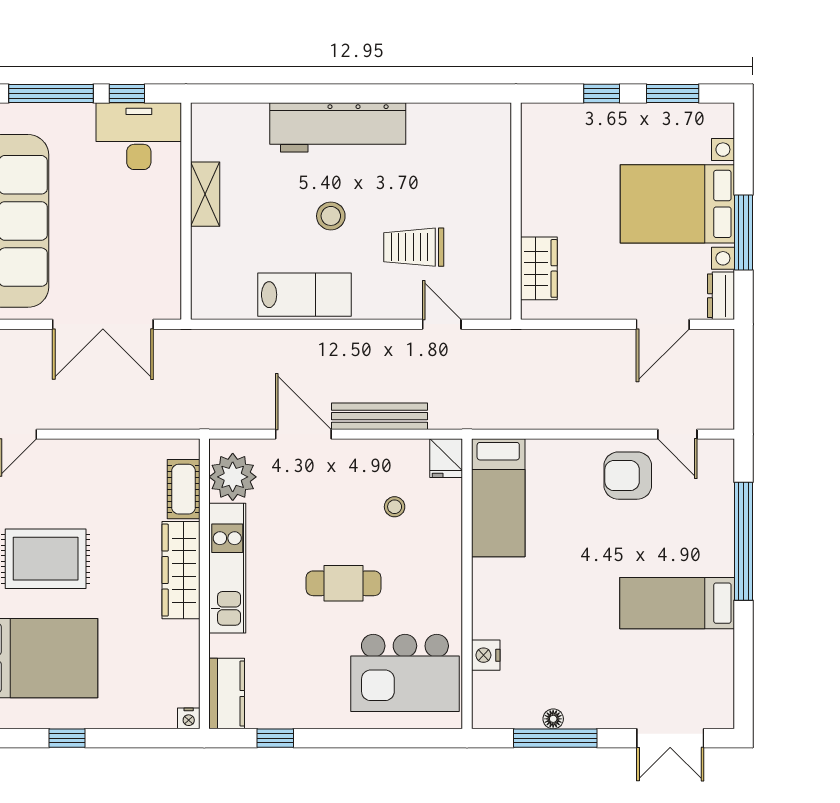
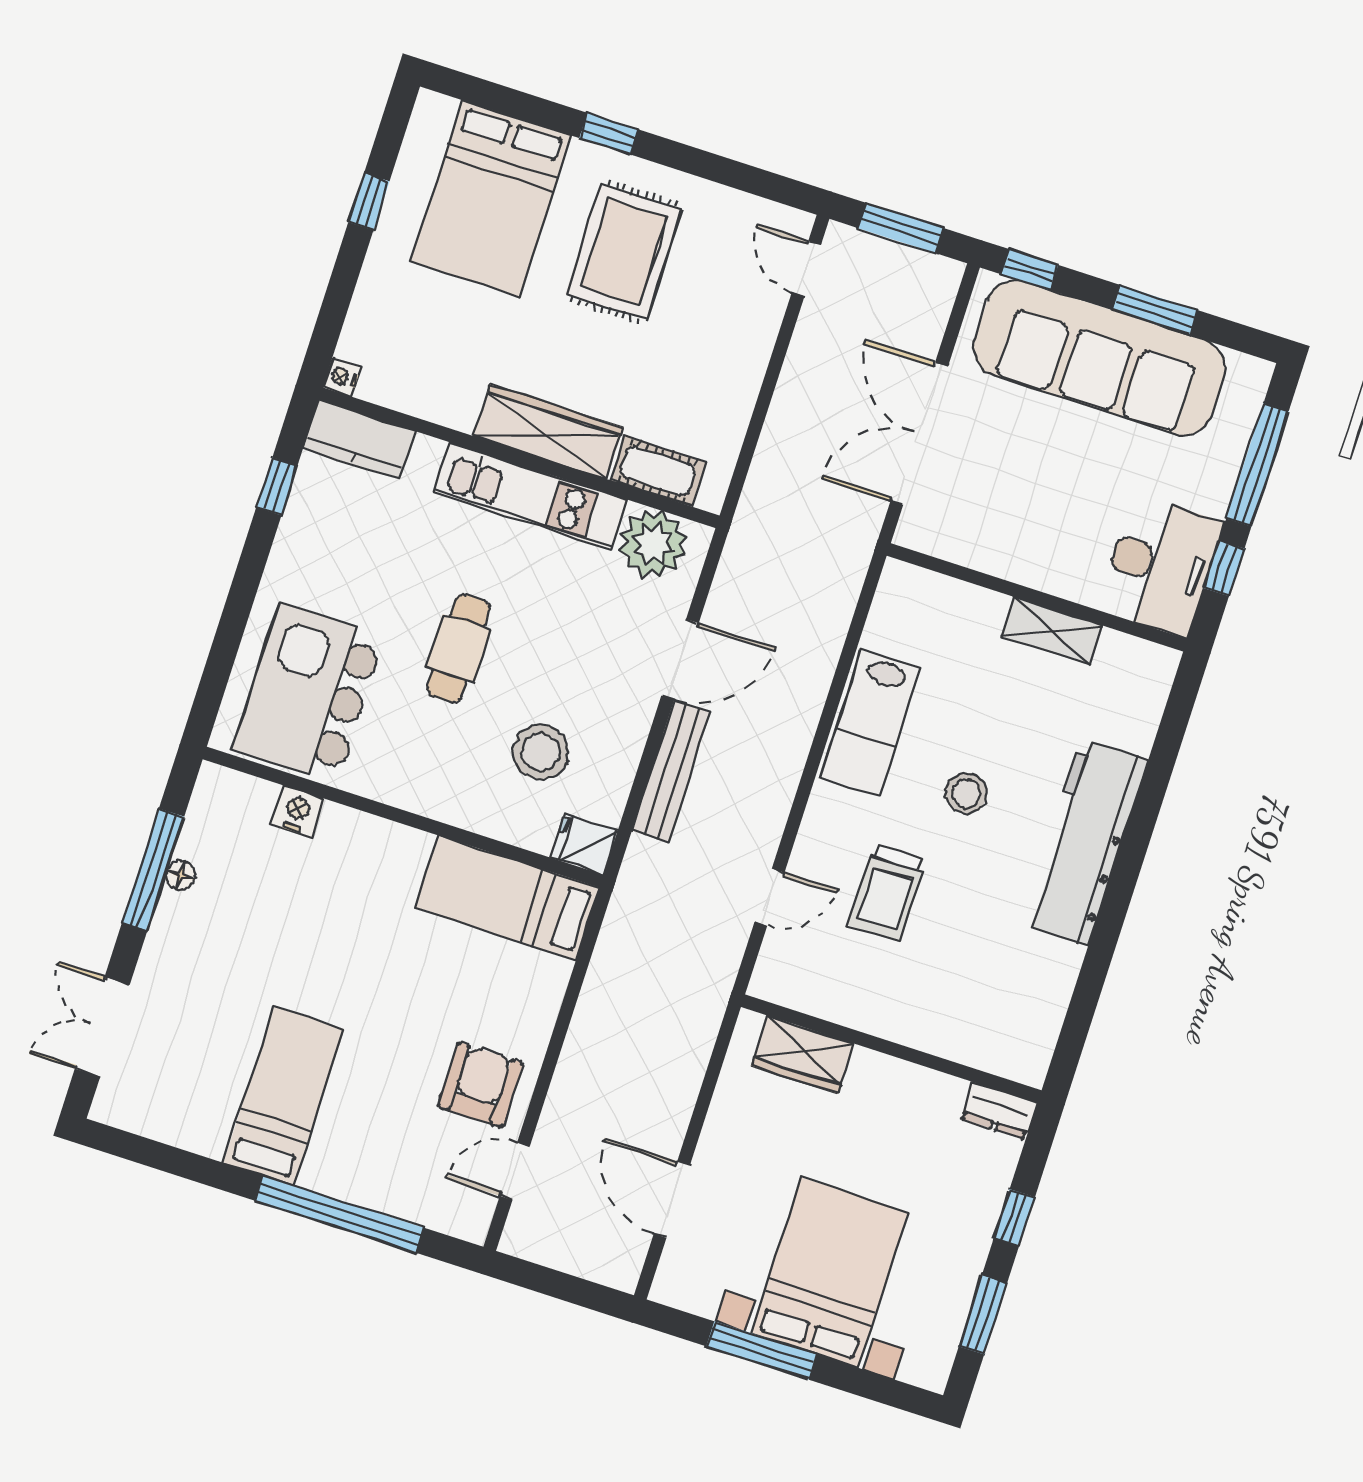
trolley: (414, 247) -> (887, 893), turned 180
dresser: (721, 296) -> (999, 1111), moved, turned 180
stool: (395, 507) -> (541, 752), width x1.89, depth x1.89

